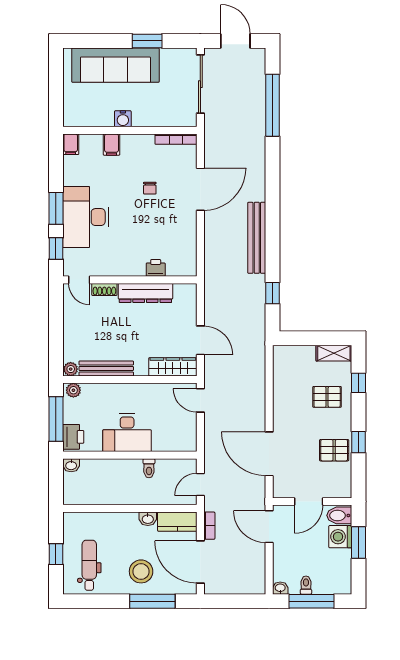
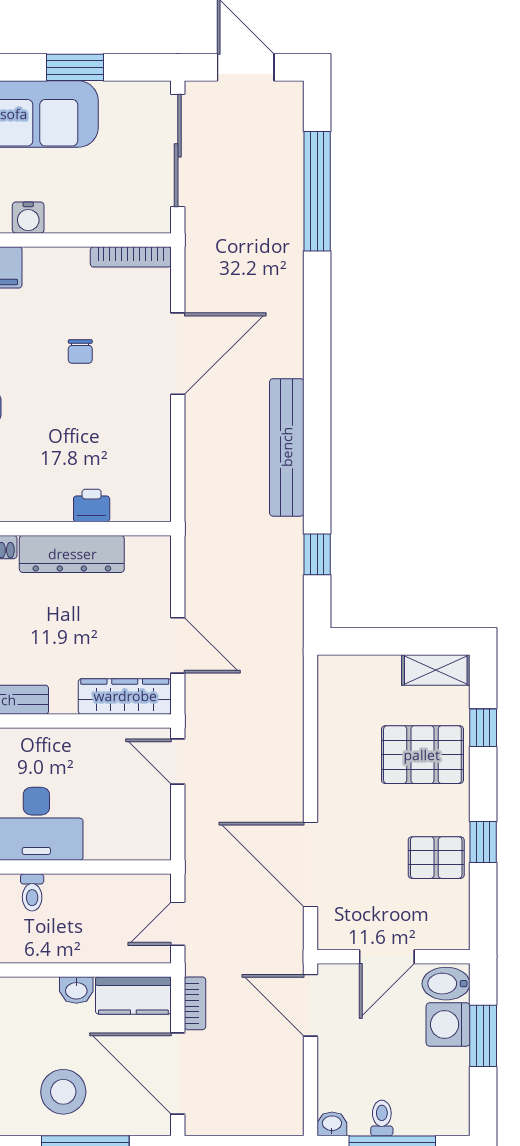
pallet: (327, 397) -> (422, 755), width x1.50, depth x1.42
toilet: (149, 468) -> (32, 892), moved

